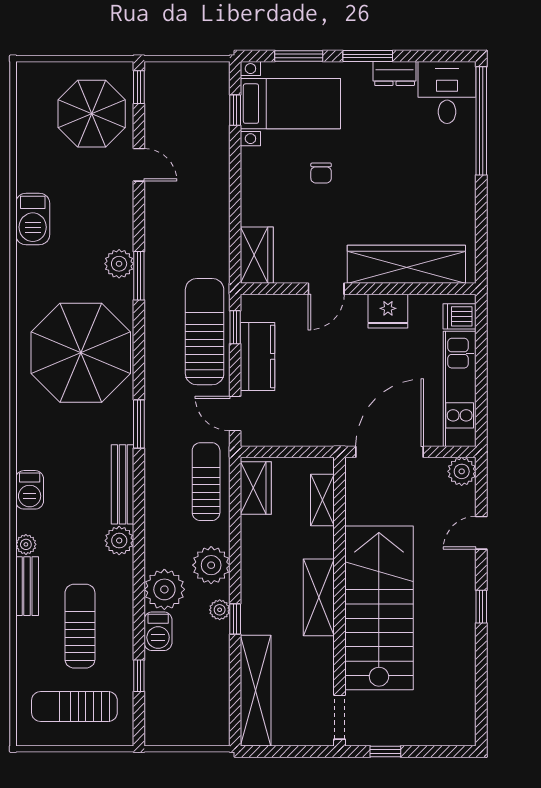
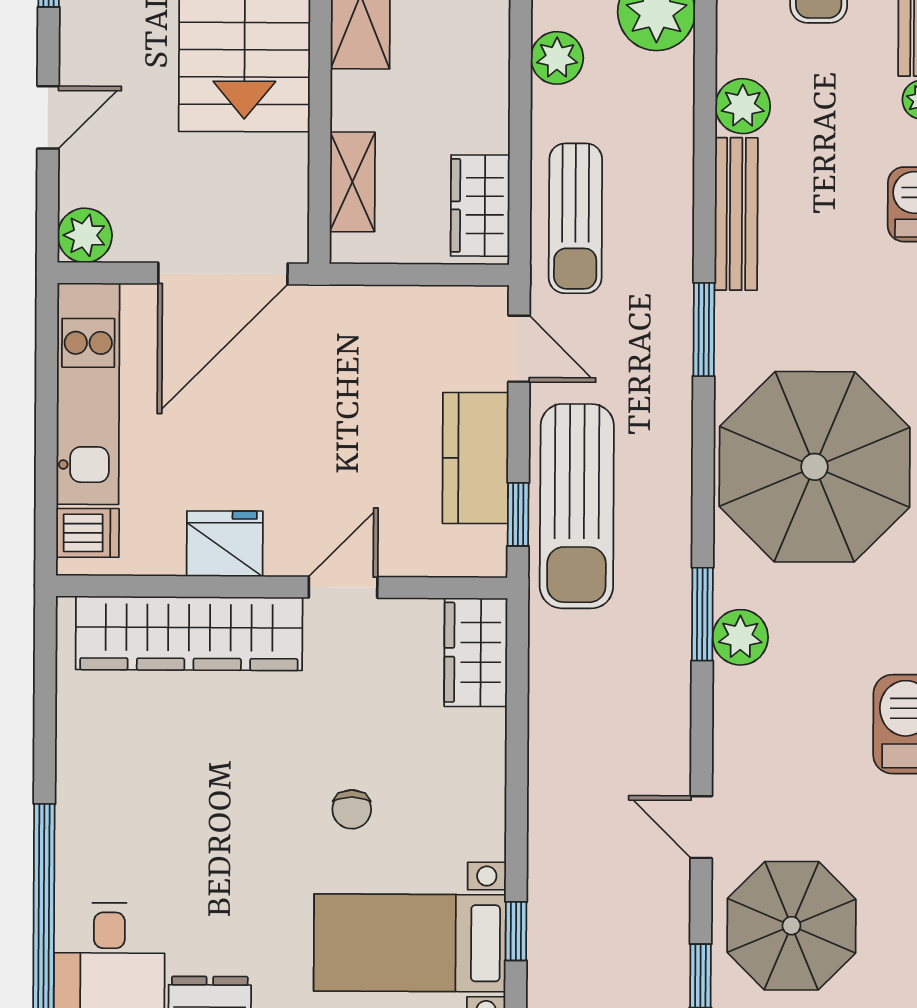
chair: (321, 173) -> (352, 809), turned 180
plant: (211, 565) -> (557, 58), width x0.73, depth x0.73

